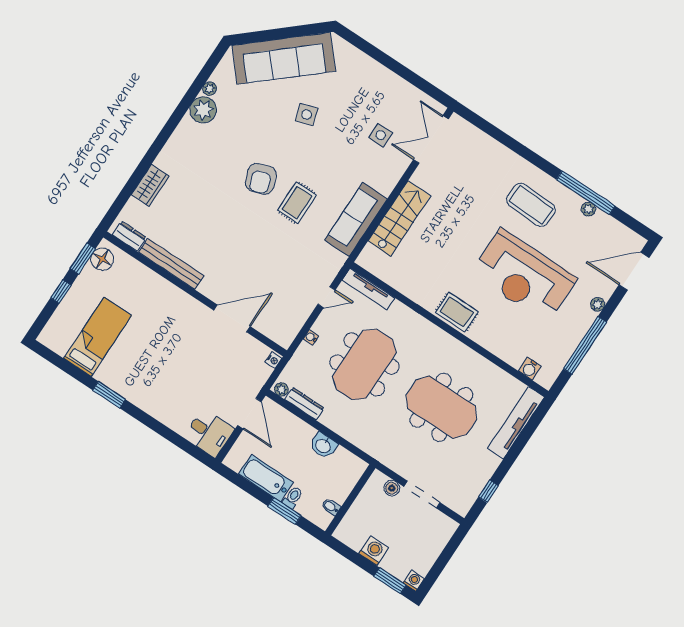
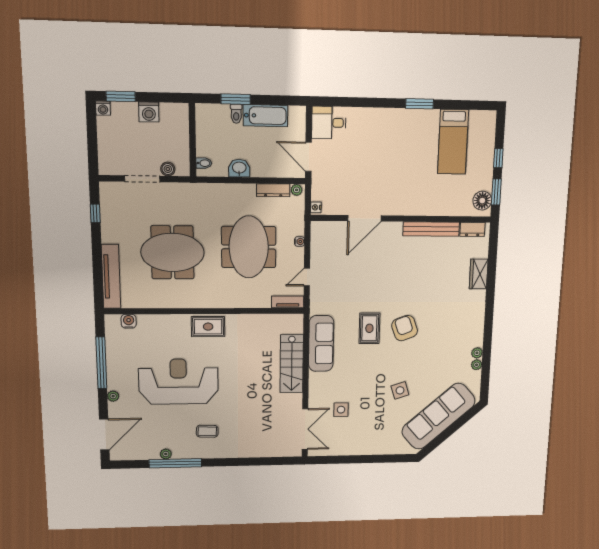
plant: (203, 110) -> (477, 353), width x0.53, depth x0.53
coffee table: (531, 205) -> (207, 431), width x0.54, depth x0.58
tv unit: (368, 289) -> (288, 302), width x0.71
bidet: (331, 507) -> (204, 163), moved

